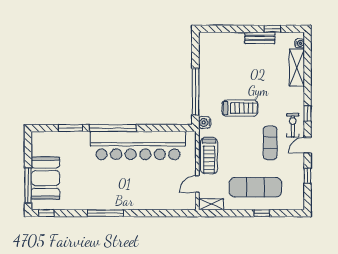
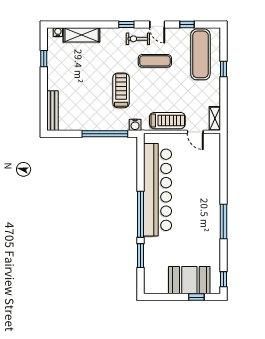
bench: (260, 38) -> (53, 111), moved, width x1.36
window: (28, 185) -> (196, 297), width x0.46
exercise mat: (255, 187) -> (200, 54), moved

